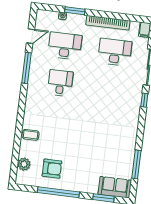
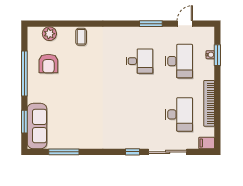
window: (75, 11) -> (217, 55), moved
door: (30, 36) -> (185, 24), swing flipped
window: (27, 68) -> (151, 24), width x0.69
sofa: (115, 187) -> (37, 126), width x1.36

